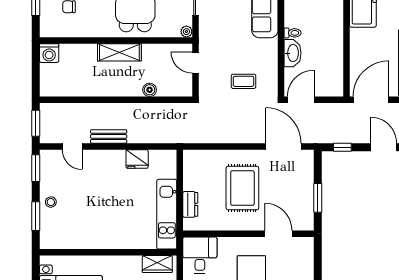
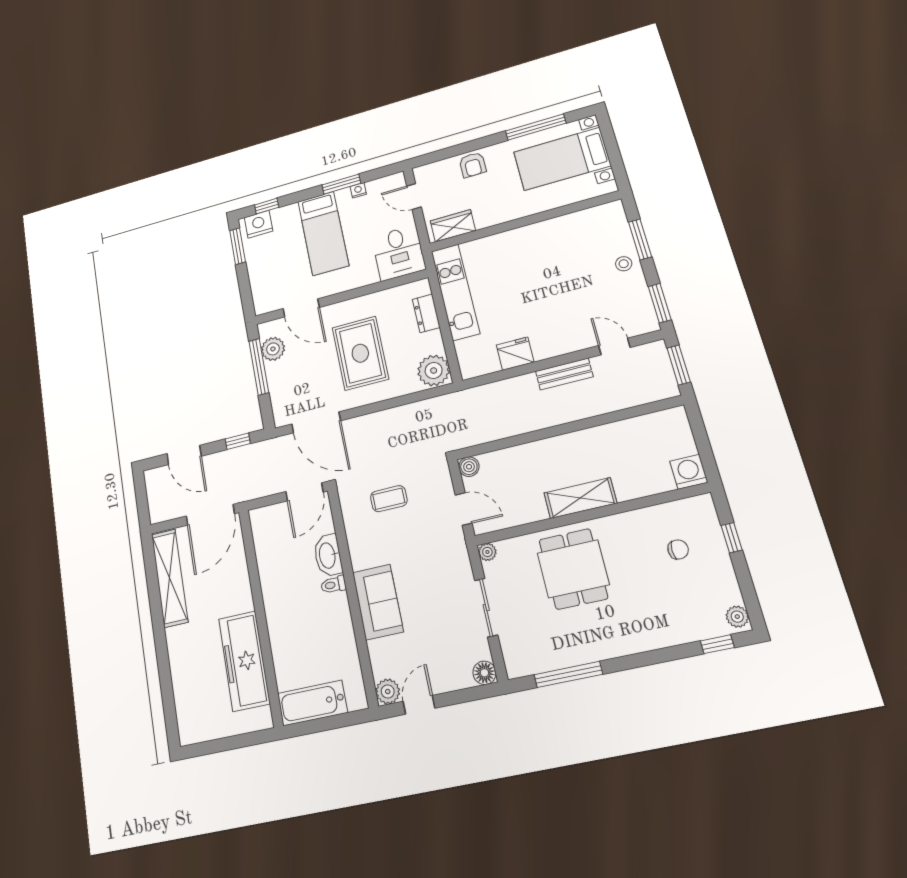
boiler: (150, 90) -> (469, 467), moved
plant: (194, 162) -> (434, 371), added
window: (318, 198) -> (259, 367), width x1.44
plant: (305, 208) -> (273, 349), added

